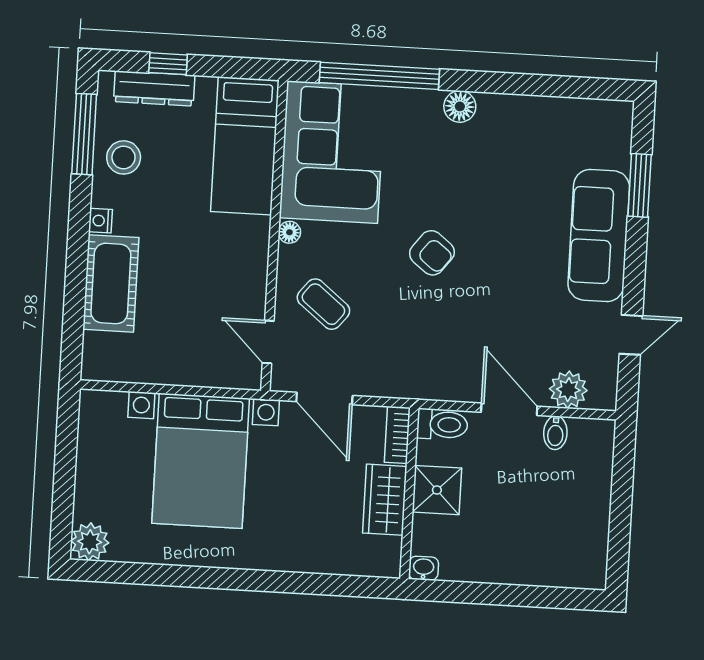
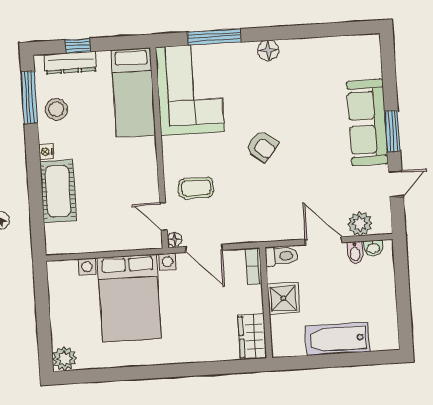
window: (379, 76) -> (214, 37), width x0.68
window: (640, 185) -> (393, 131), moved
floor lamp: (289, 232) -> (175, 239), moved
coffee table: (323, 304) -> (196, 188), turned -39
wardrobe: (385, 500) -> (252, 337), moved
bathtub: (512, 562) -> (337, 339), added
washbasin: (424, 568) -> (373, 248), moved, turned 180

